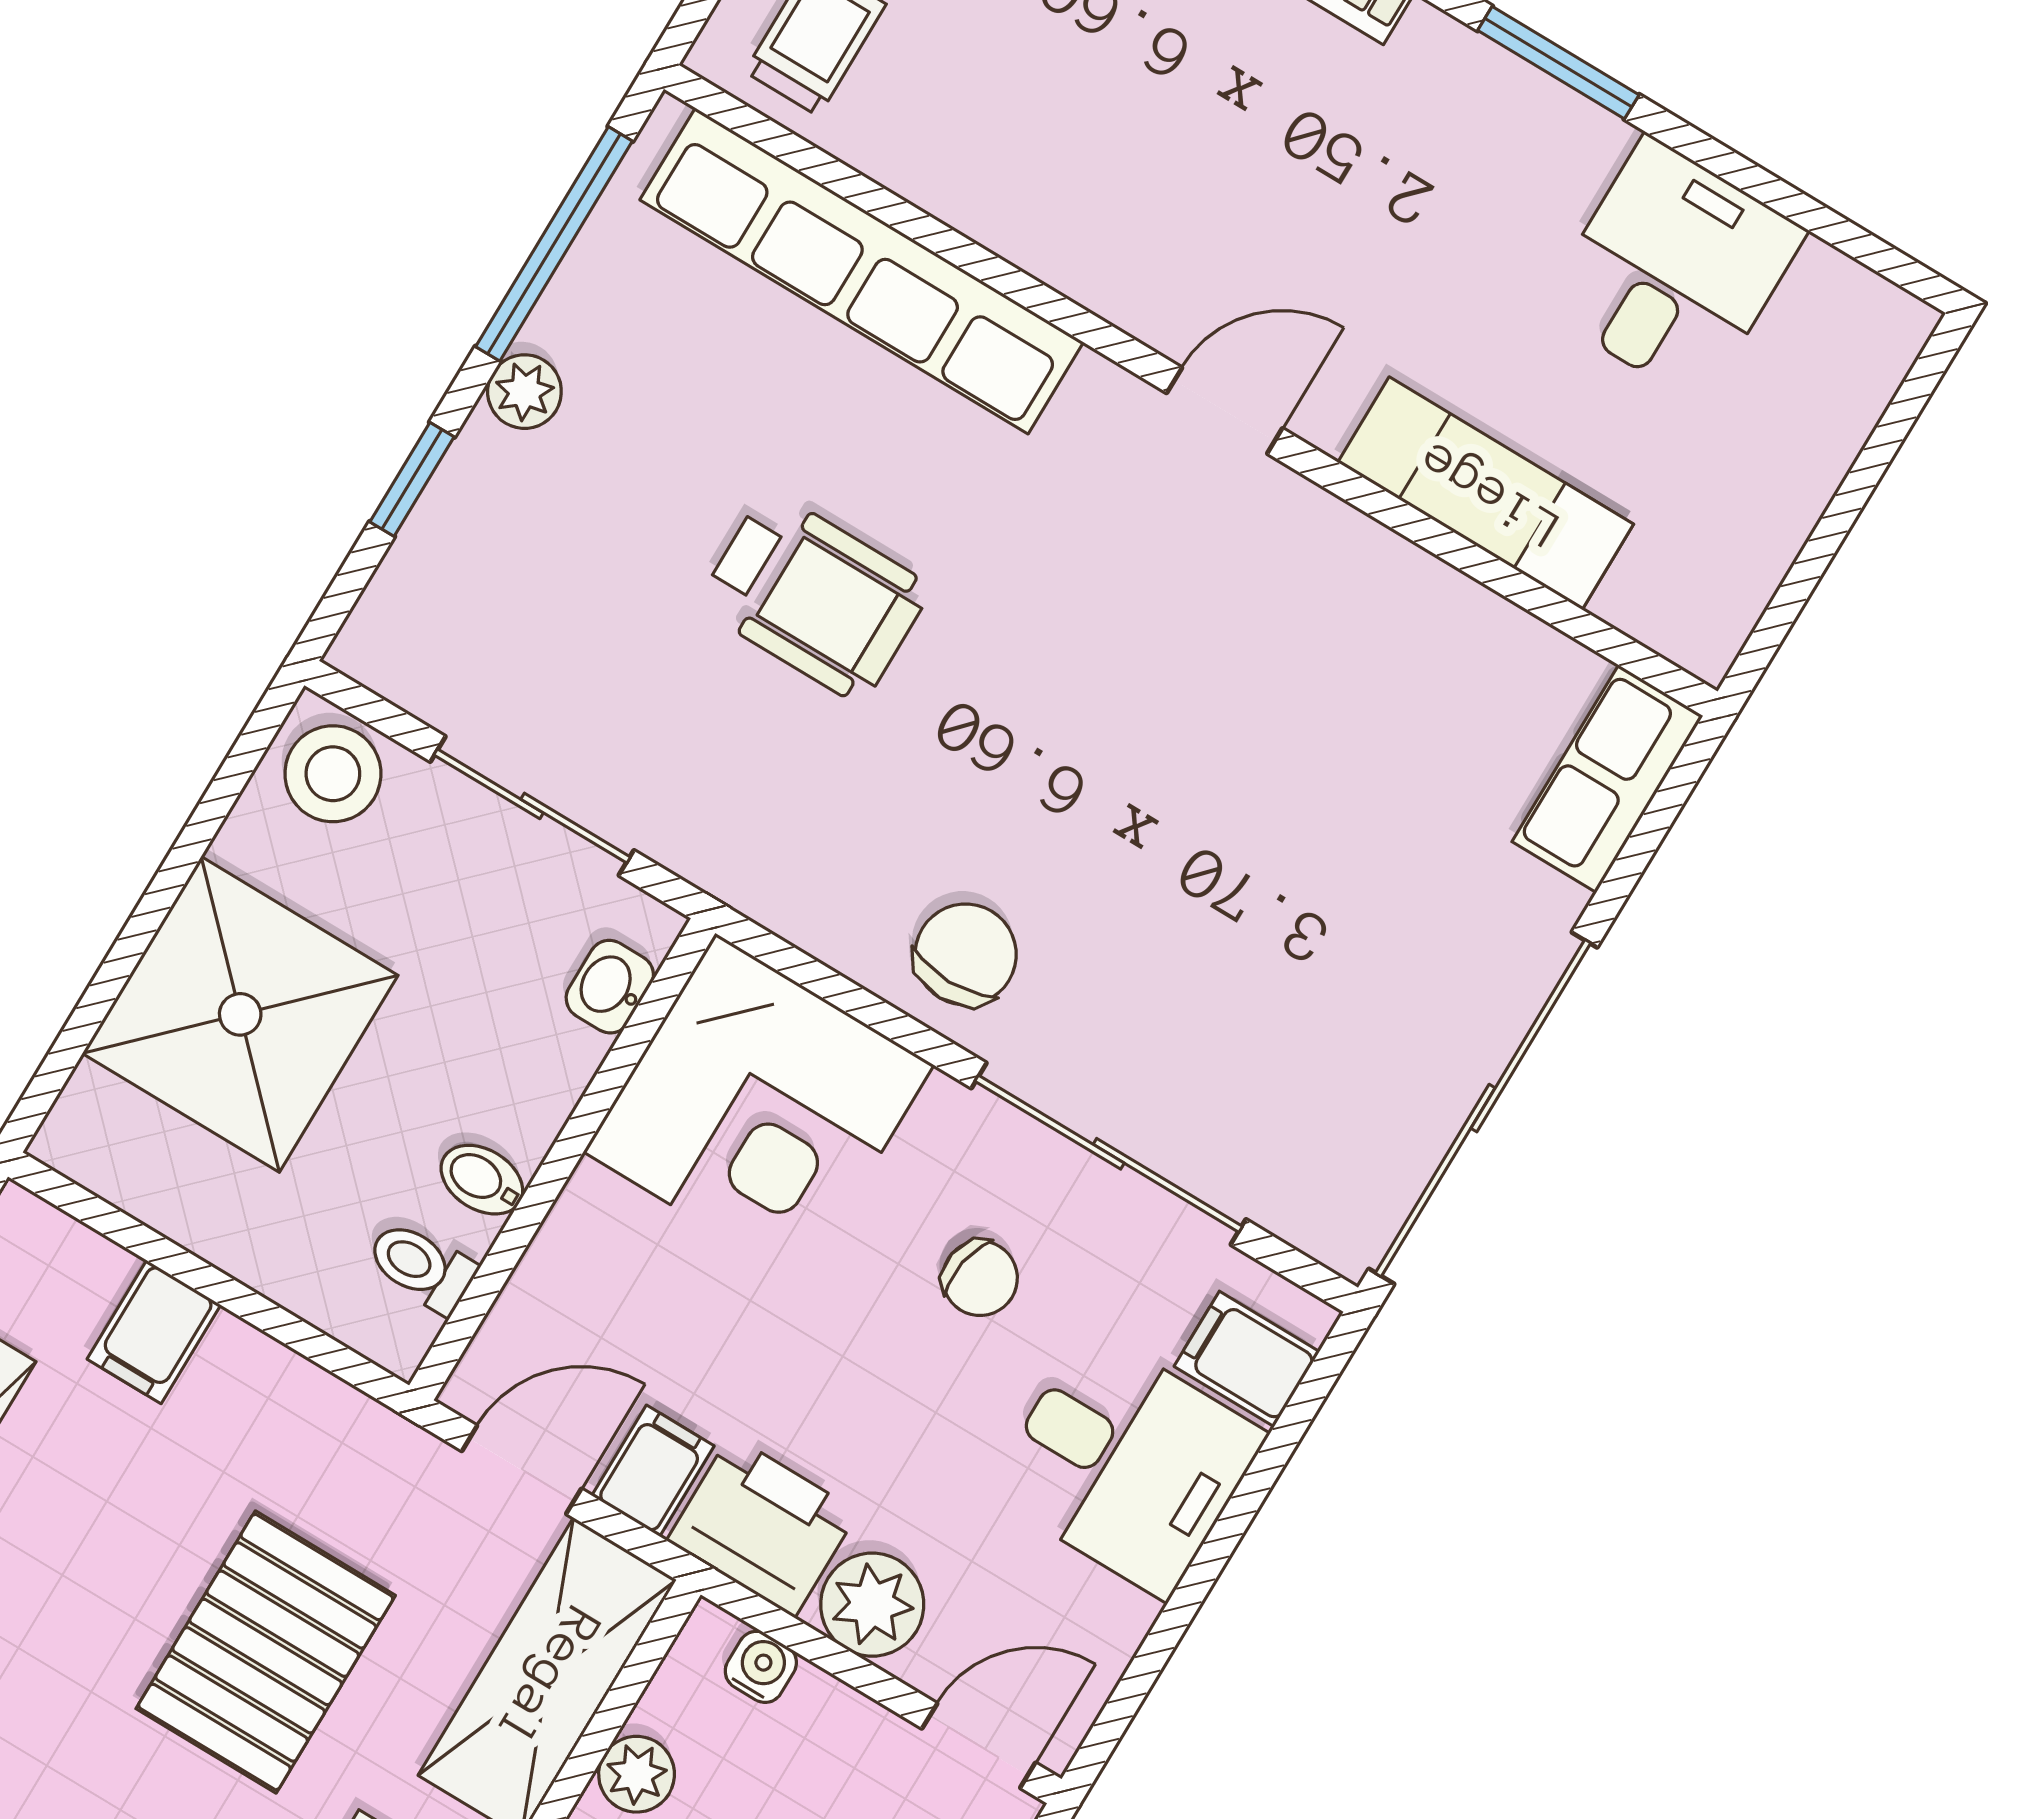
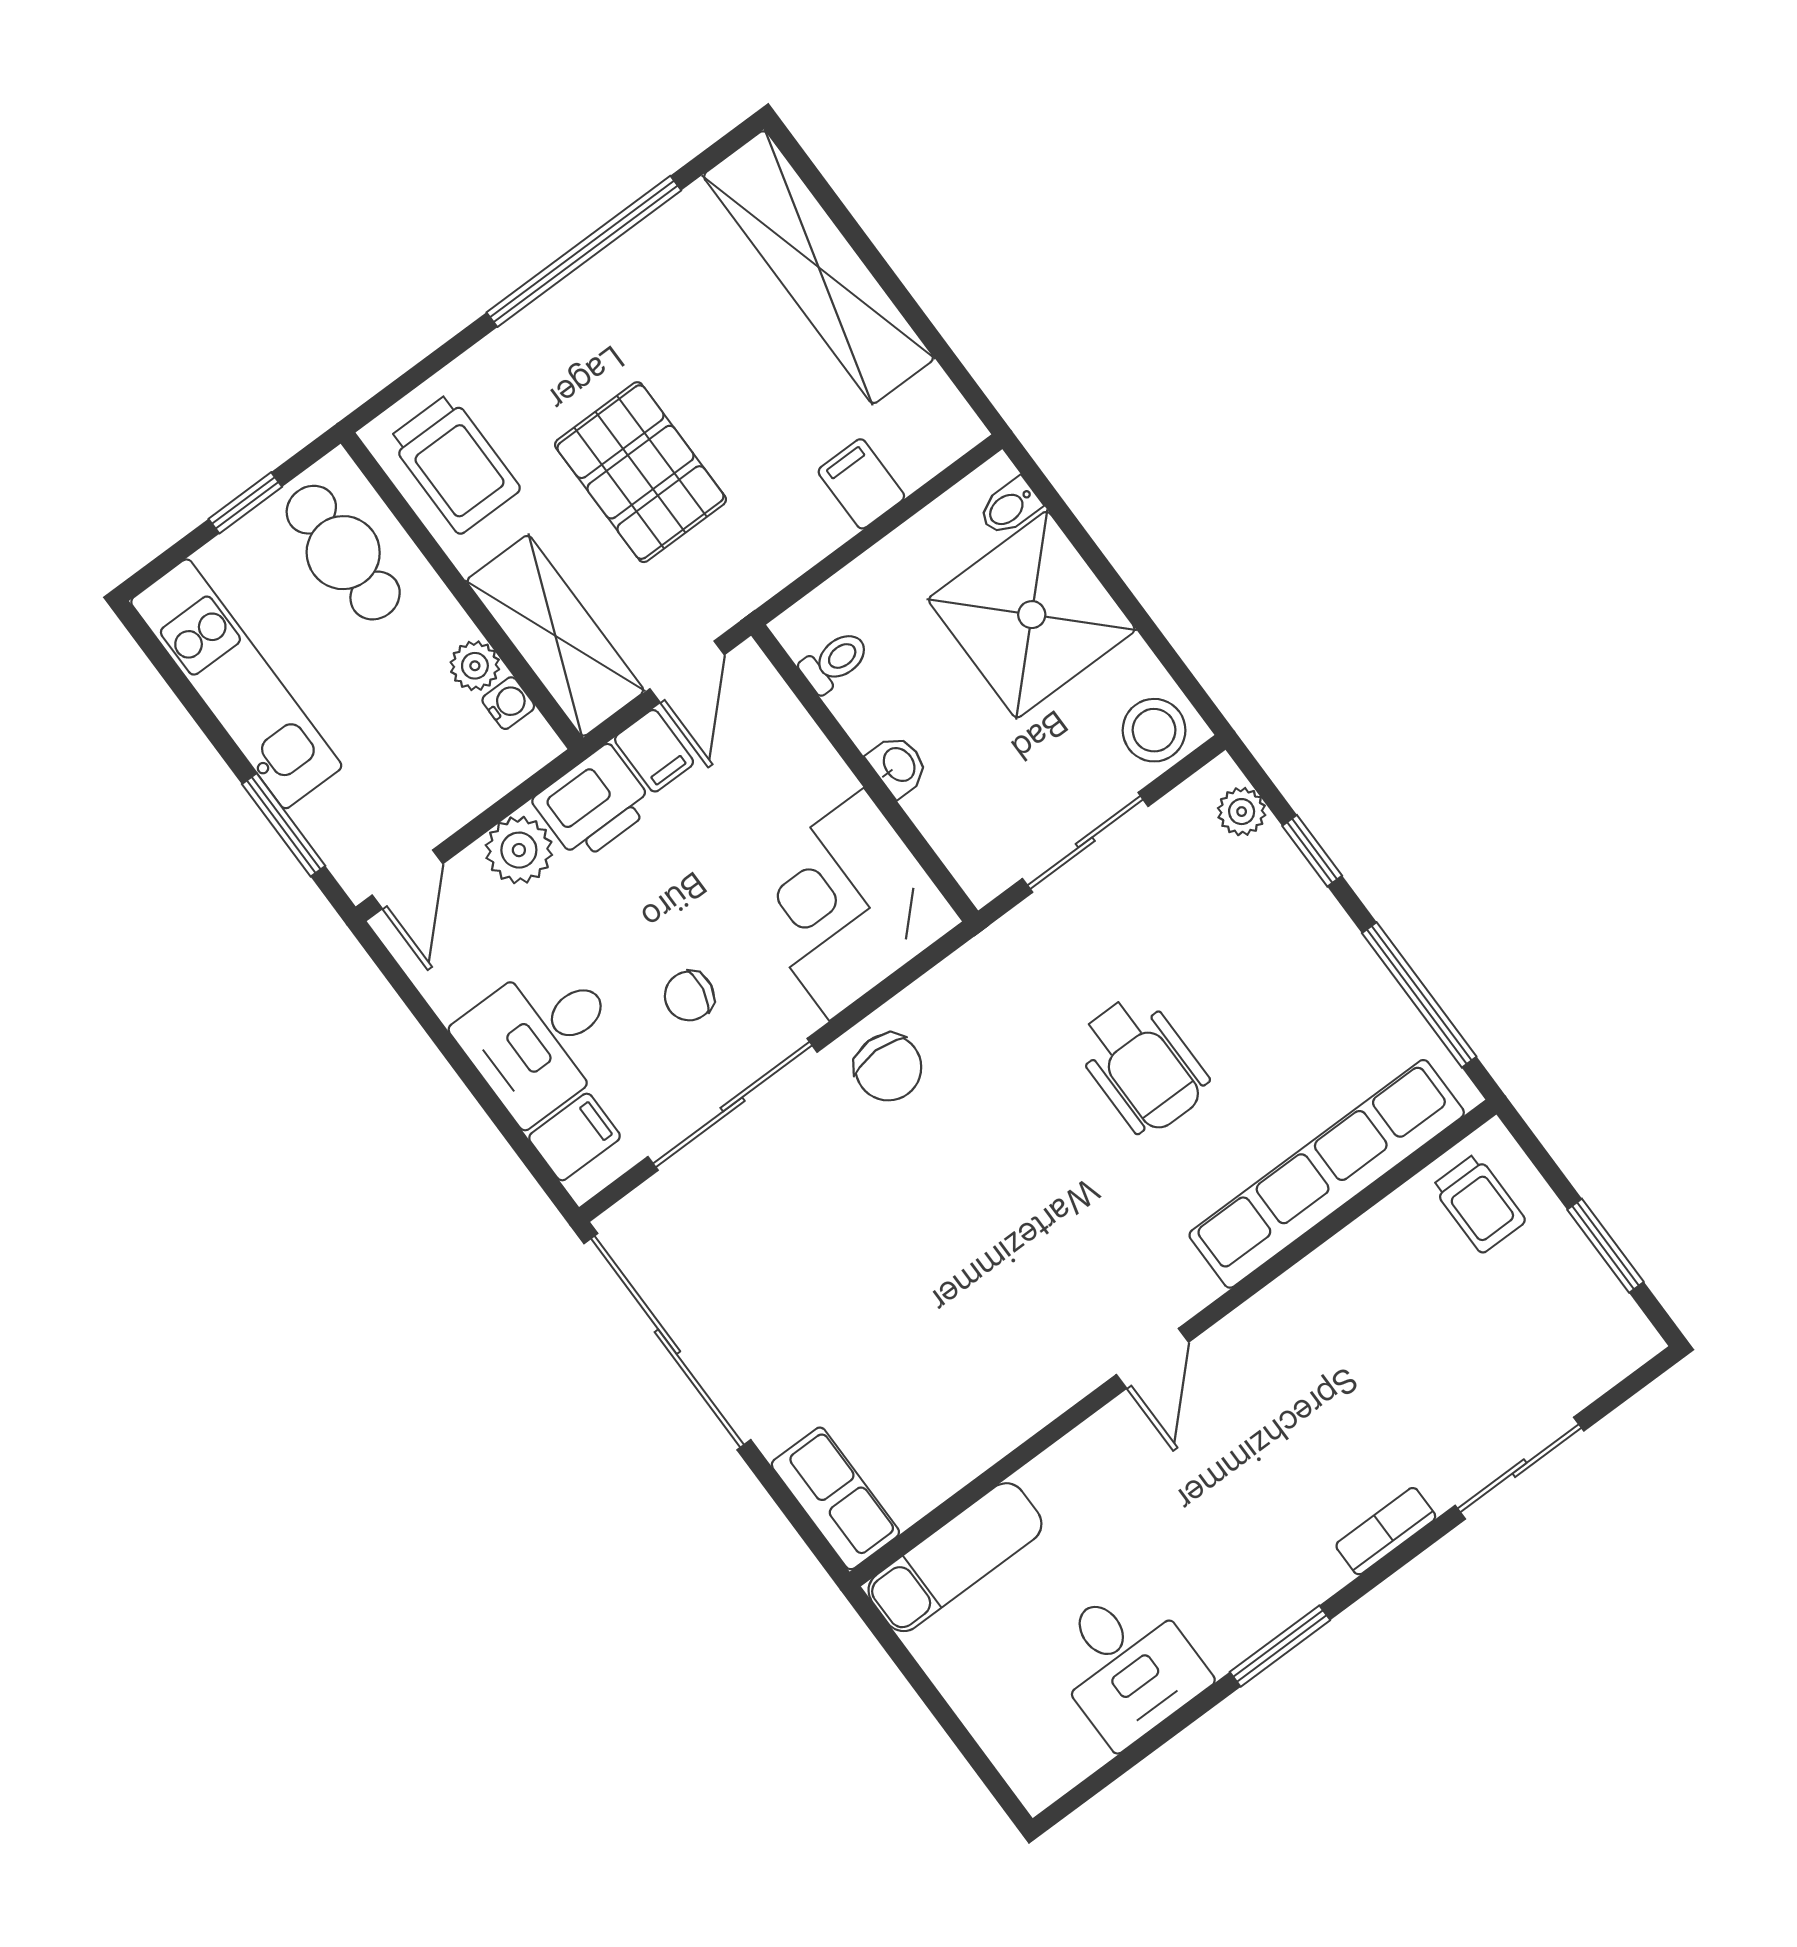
plant: (524, 392) -> (1242, 812), moved
exam couch: (1486, 493) -> (955, 1557), moved
wheelchair: (814, 597) -> (1142, 1065), turned -90
washbasin: (610, 987) -> (898, 765), moved
bidet: (482, 1180) -> (1010, 507), moved, turned 180
water cooler: (761, 1667) -> (508, 703), moved, turned -90

